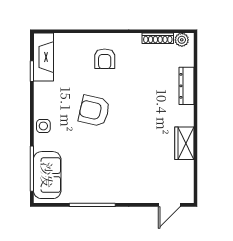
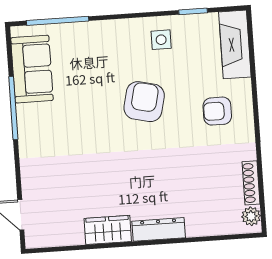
fireplace: (44, 57) -> (235, 44), moved, turned 90
dresser: (187, 86) -> (159, 229), moved
side table: (43, 126) -> (161, 40), moved
sofa: (47, 175) -> (32, 69), moved, turned -90

